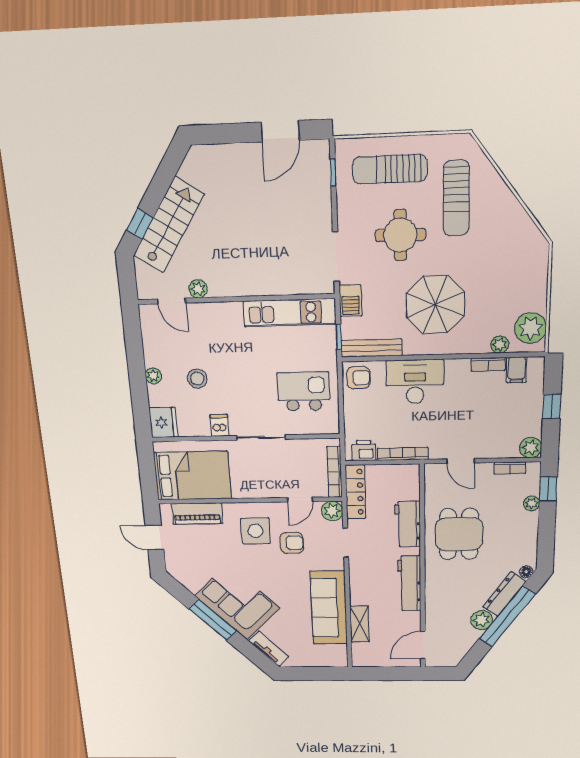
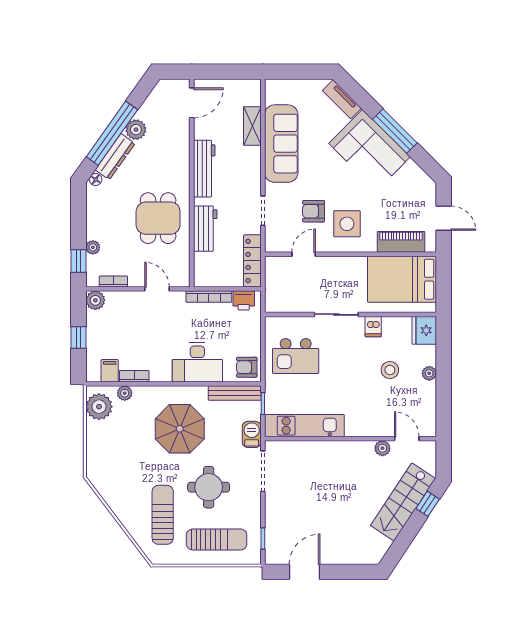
bookcase: (334, 472) -> (271, 281), removed
plant: (332, 511) -> (274, 243), removed

